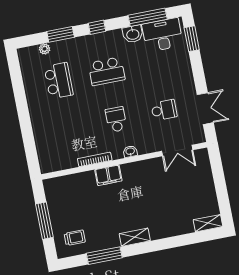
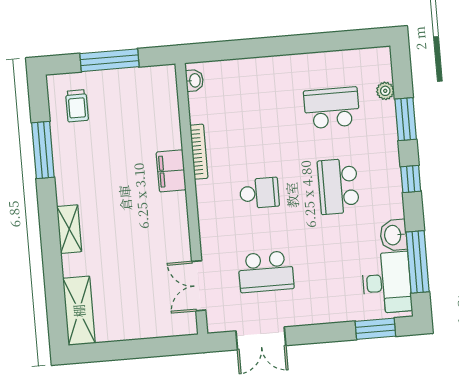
school desk: (59, 81) -> (332, 108), turned 180
school desk: (164, 110) -> (266, 272), width x1.85
washbasin: (130, 152) -> (194, 80), moved
shelving: (208, 223) -> (79, 311), width x1.50, depth x1.33
shelving: (135, 237) -> (69, 229), moved

